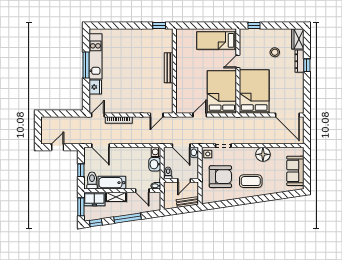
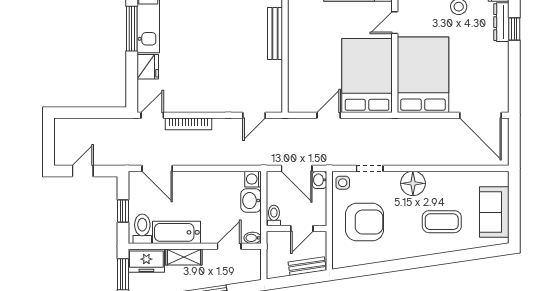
floor lamp: (263, 154) -> (413, 183), moved
coffee table: (251, 181) -> (442, 222), moved
door: (142, 191) -> (229, 246), swing flipped

